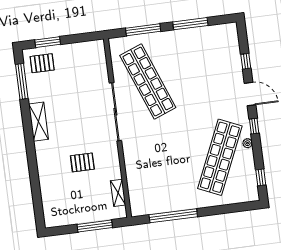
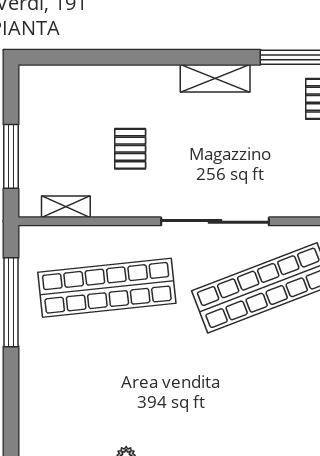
shop shelf: (220, 157) -> (107, 288), moved, turned -30

